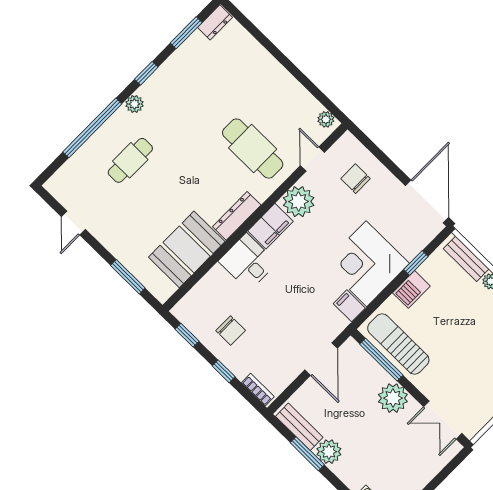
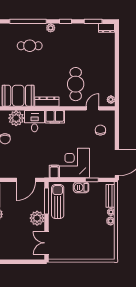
plant: (299, 202) -> (16, 118), moved

